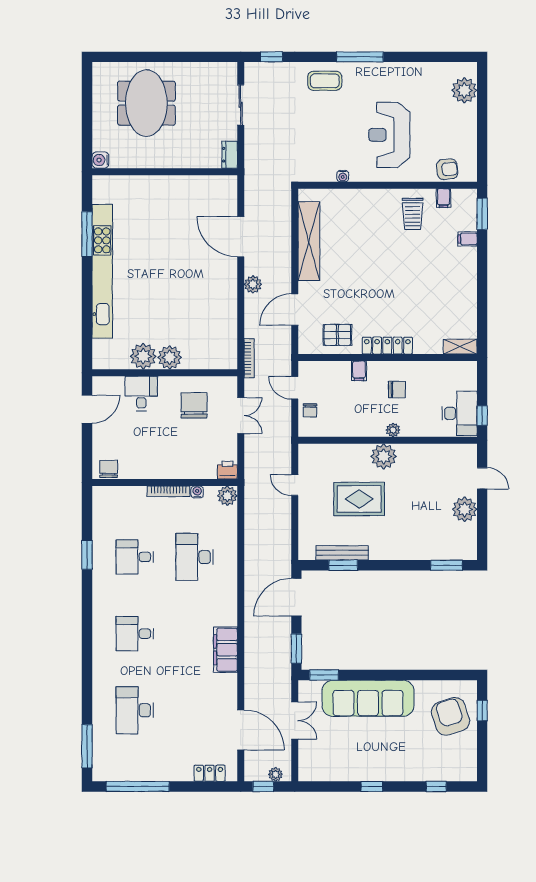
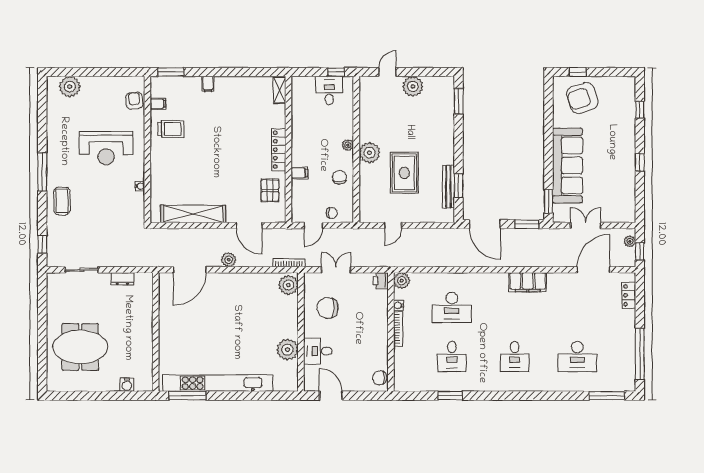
wall: (165, 172) -> (156, 332), moved
filing cabinet: (468, 239) -> (208, 84), moved
plant: (170, 357) -> (288, 285), moved
chair: (397, 389) -> (339, 177), moved
desk: (460, 413) -> (329, 91), width x0.73

